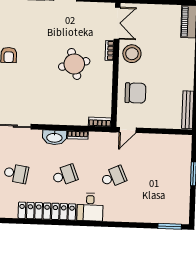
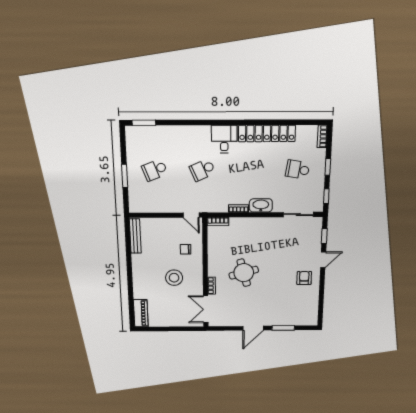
stool: (132, 54) -> (174, 278), moved
chair: (135, 93) -> (186, 249), width x0.54, depth x0.54
door: (128, 130) -> (191, 215), swing flipped
school desk: (65, 175) -> (155, 170), moved

